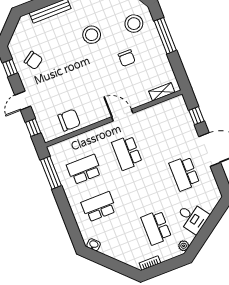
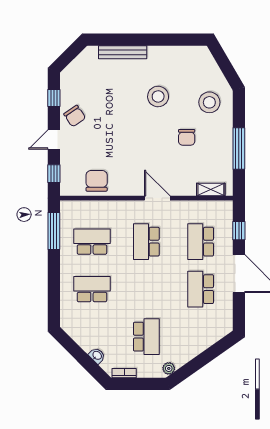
window: (165, 36) -> (239, 148), moved
chair: (33, 60) -> (75, 116), moved
chair: (69, 120) -> (97, 181), turned -90
school desk: (170, 136) -> (201, 242), added
desk: (192, 218) -> (190, 341), removed
school desk: (156, 228) -> (146, 337), turned 180
washbasin: (94, 245) -> (97, 356), moved

